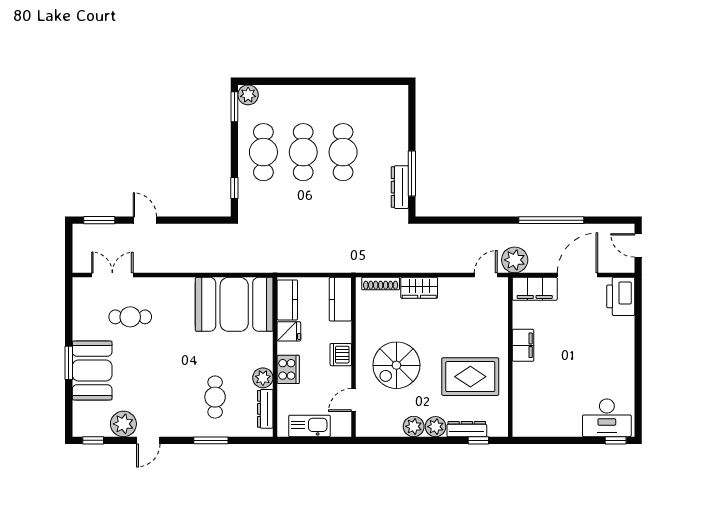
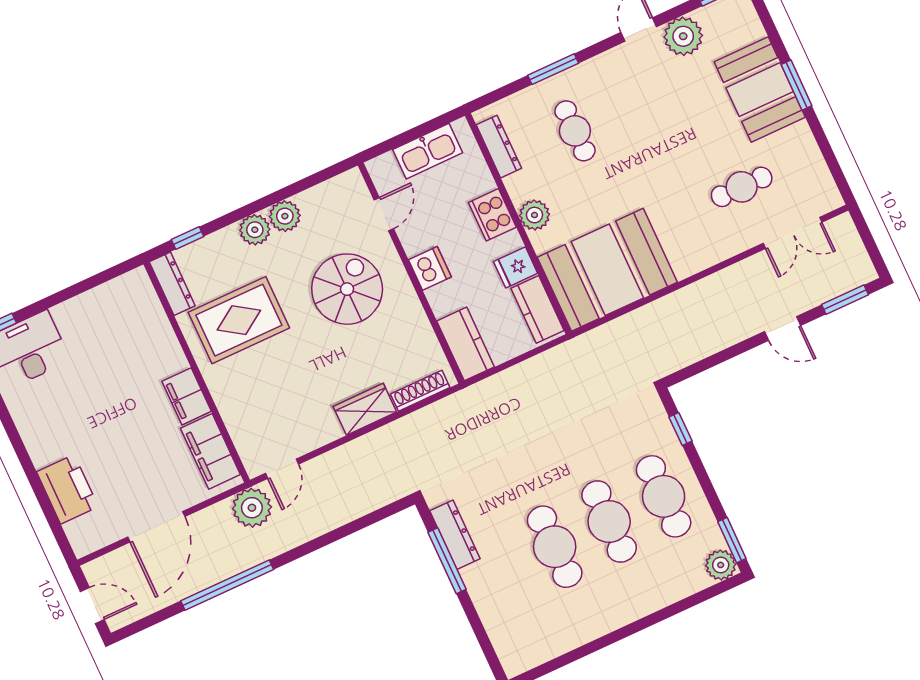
filing cabinet: (535, 289) -> (210, 451), moved, turned -90
printer: (621, 296) -> (67, 489), moved
plant: (263, 378) -> (534, 215), moved
dresser: (467, 429) -> (172, 284), moved, turned -90

